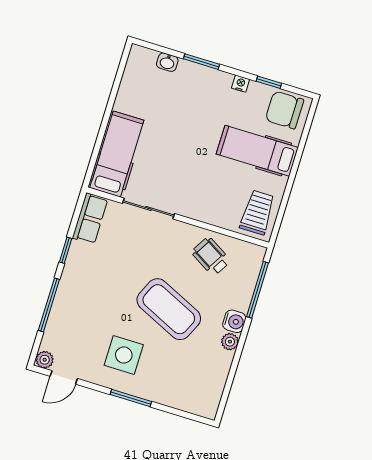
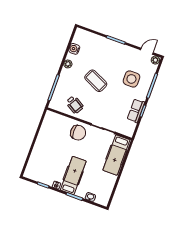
chair: (285, 110) -> (78, 133), moved
hospital bed: (257, 151) -> (73, 176), moved, turned -90
trolley: (257, 212) -> (52, 124), removed
row of seats: (90, 218) -> (136, 111), moved
coffee table: (169, 309) -> (96, 81), width x0.73, depth x0.76
water cooler: (234, 321) -> (74, 49), moved
side table: (124, 355) -> (131, 79), moved

